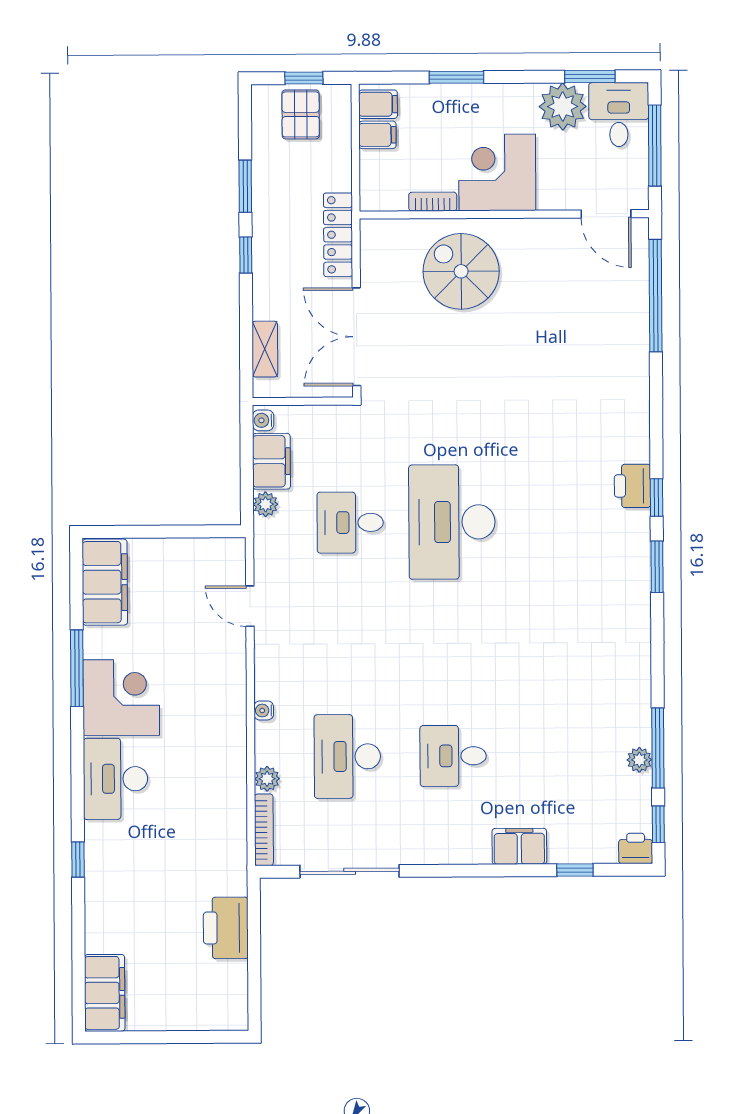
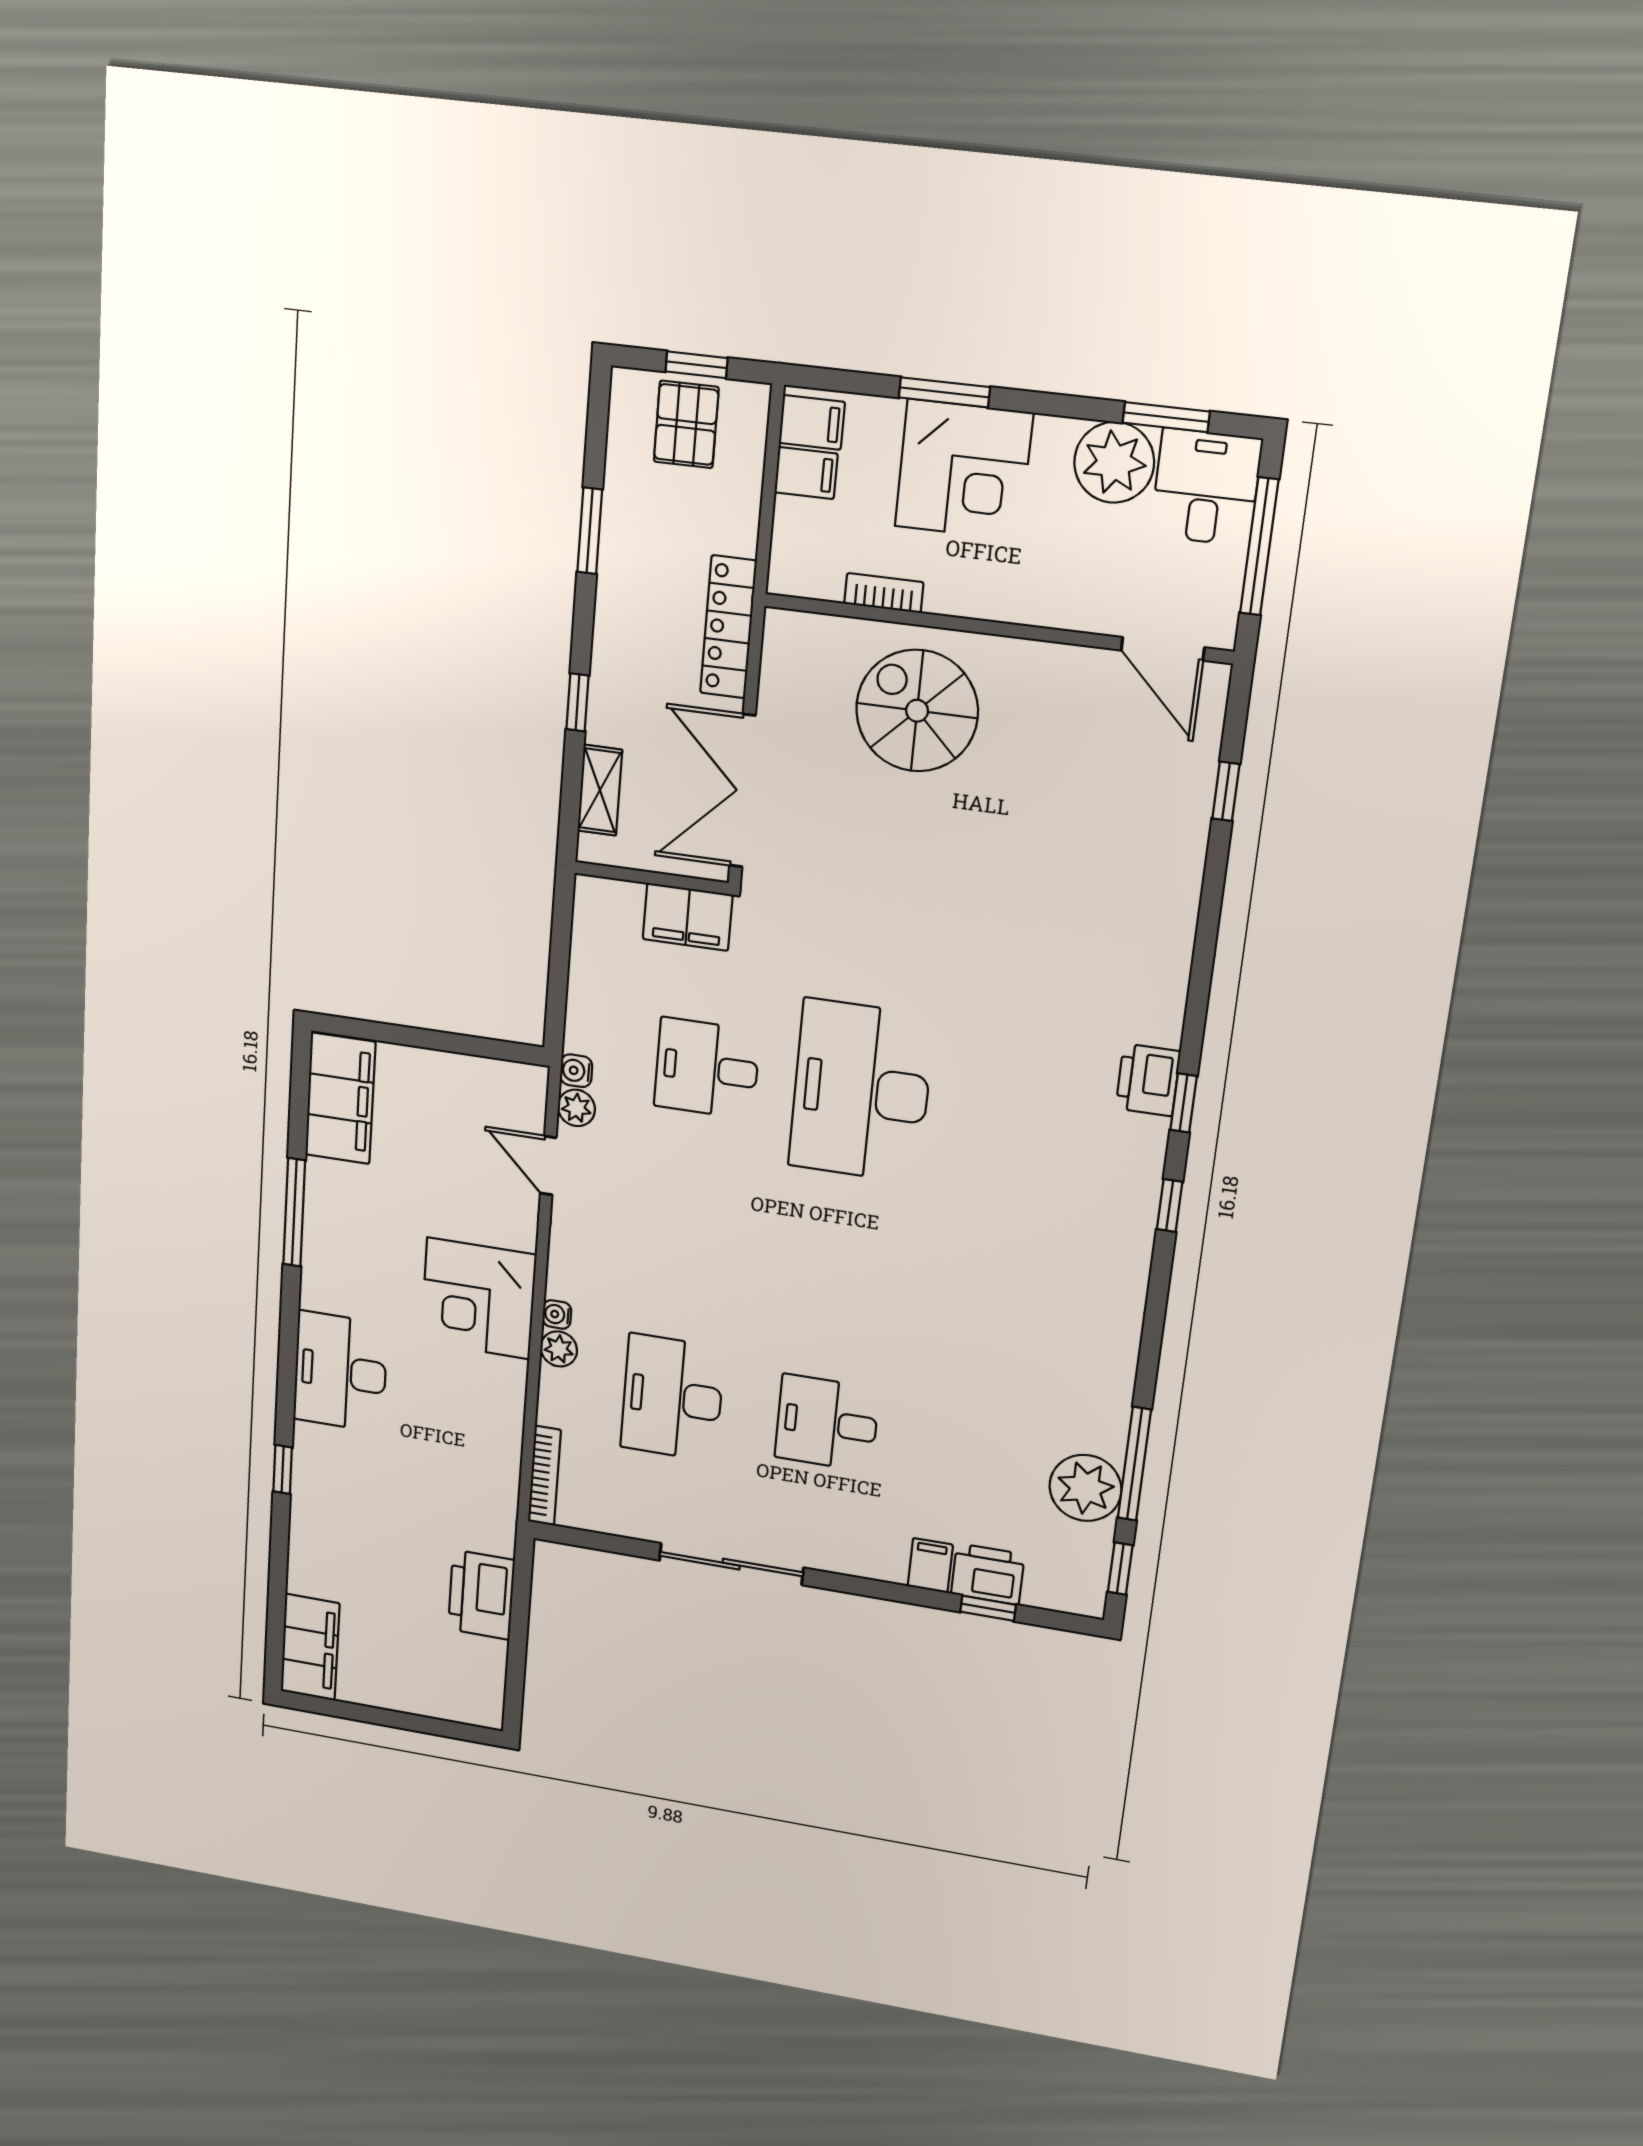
corner desk: (497, 172) -> (964, 470), moved, turned 180
window: (246, 255) -> (578, 702), moved
window: (656, 296) -> (1226, 791), width x0.32
water cooler: (263, 420) -> (576, 1071), moved
filing cabinet: (271, 461) -> (688, 917), moved, turned 90
plant: (266, 504) -> (576, 1108), moved
window: (657, 567) -> (1170, 1206), width x0.67
corner desk: (121, 698) -> (478, 1298), moved, turned 180
plant: (639, 760) -> (1085, 1488), width x1.87, depth x1.87
plant: (267, 779) -> (559, 1349), moved
filing cabinet: (519, 846) -> (930, 1566), width x0.50
printer: (636, 848) -> (988, 1574), moved, width x1.36, depth x1.24
sliding door: (350, 871) -> (731, 1564), moved

